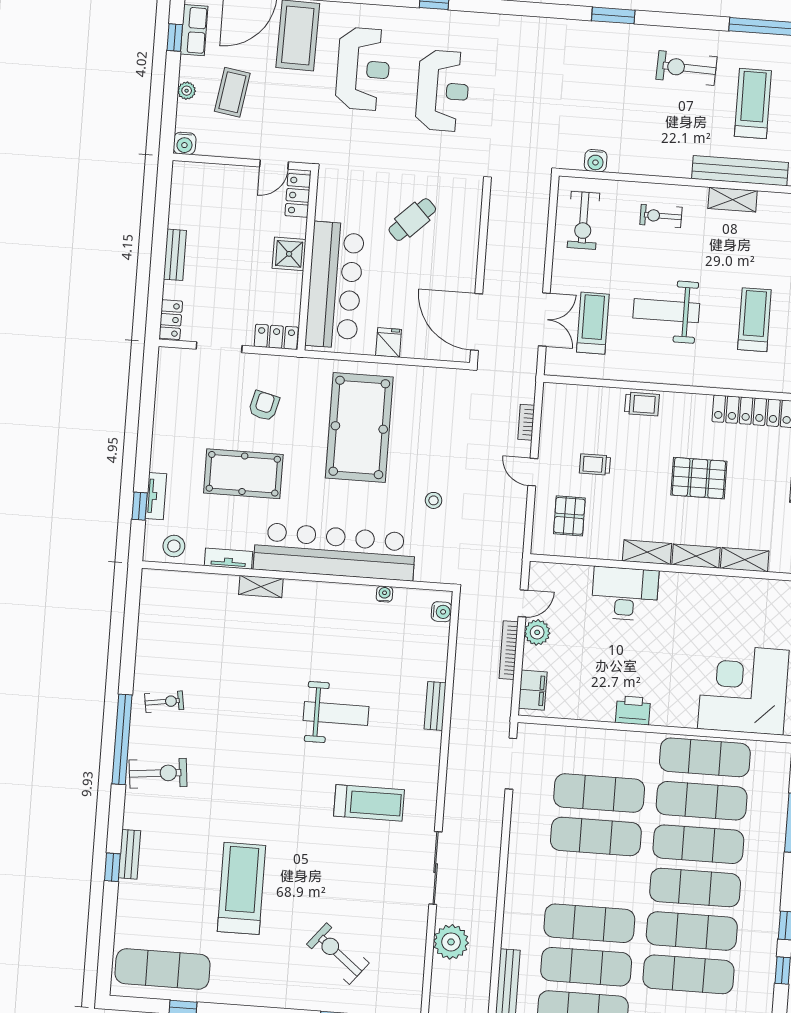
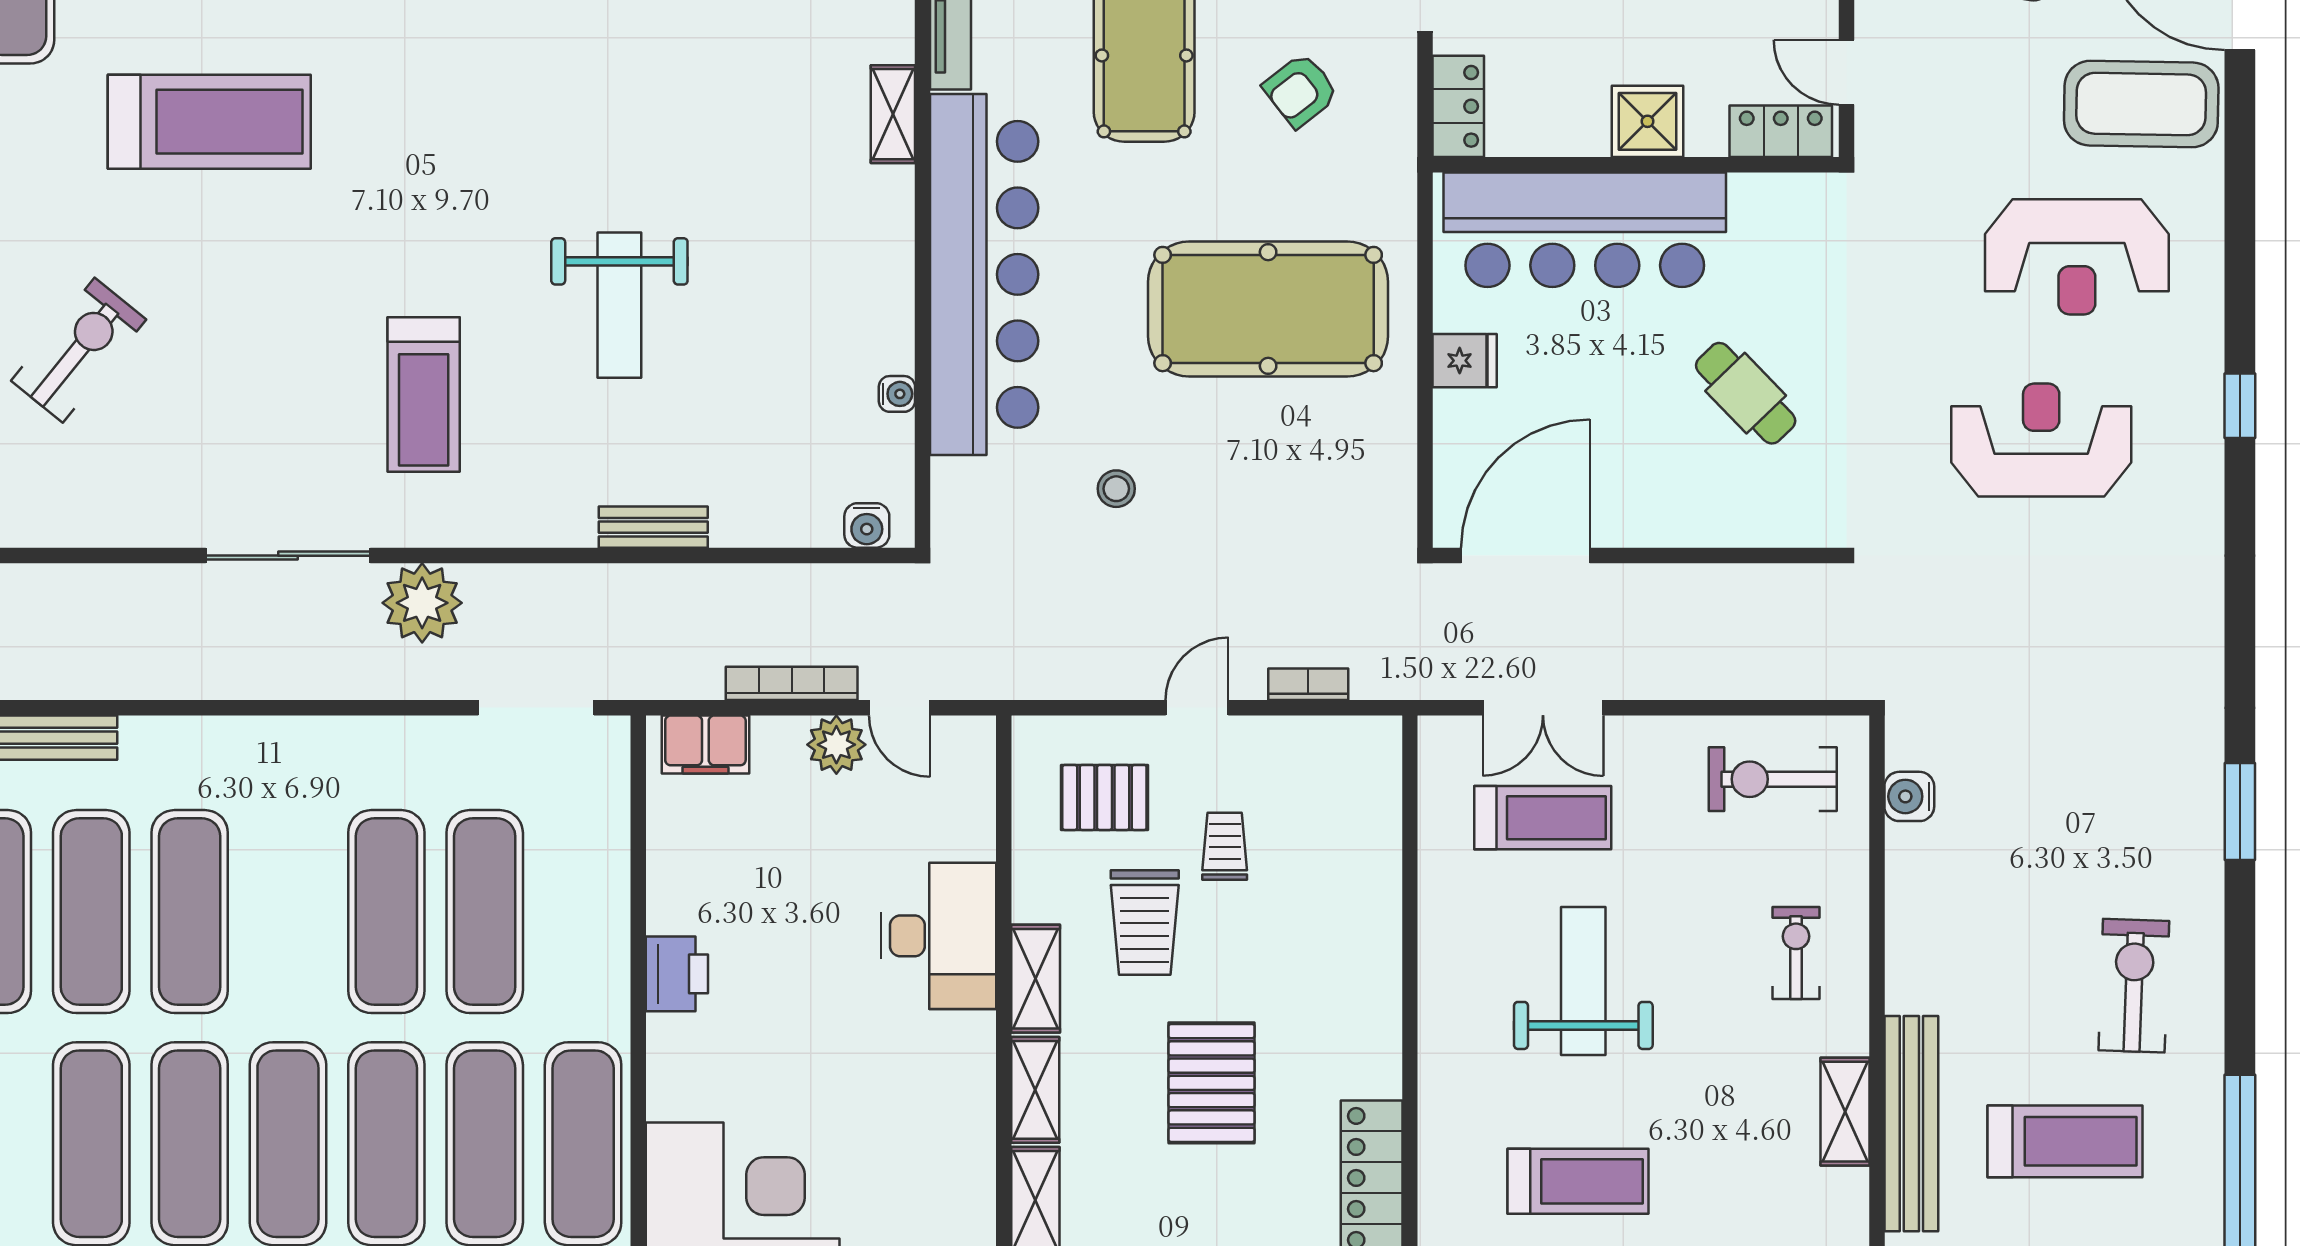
reception desk: (443, 91) -> (2041, 440), turned 180
trolley: (642, 404) -> (1145, 923), moved, width x1.36, depth x1.39
armchair: (264, 406) -> (1301, 90), turned 128
plant: (451, 942) -> (422, 603), moved

